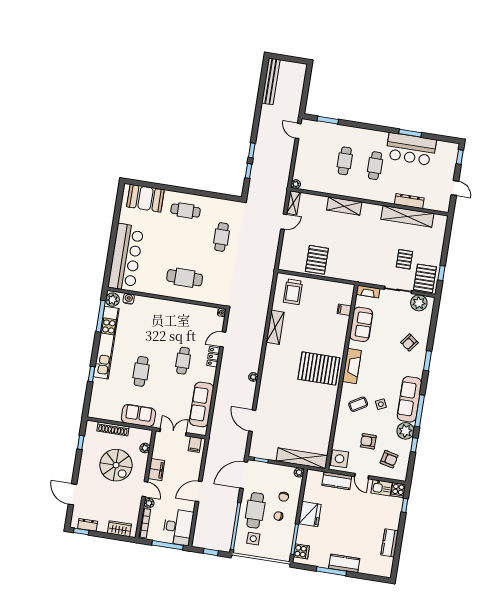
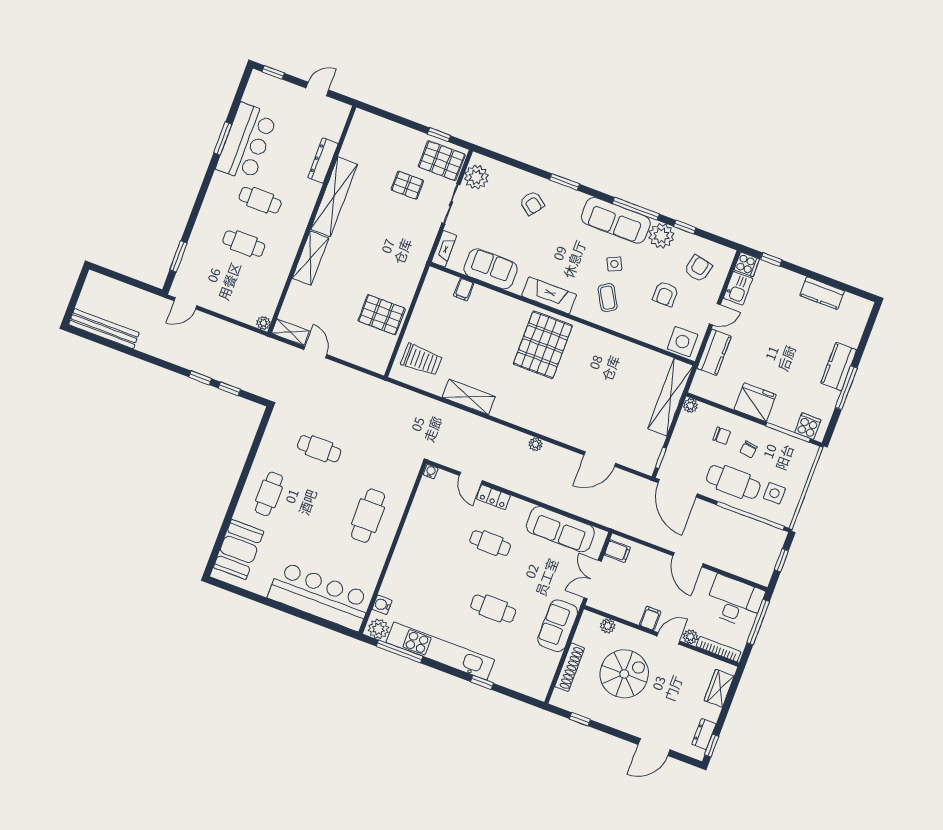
shelving: (407, 216) -> (334, 197), moved
filing cabinet: (156, 470) -> (650, 618), width x0.50

